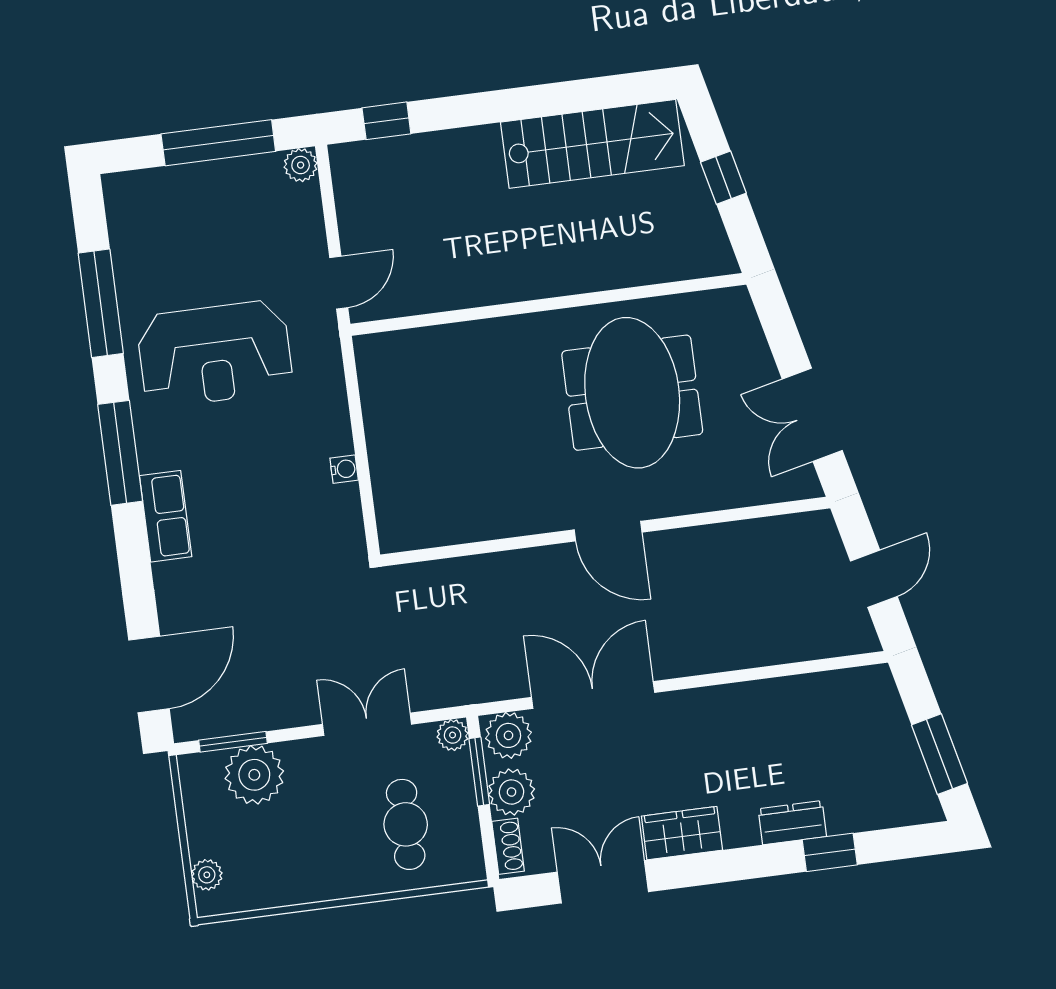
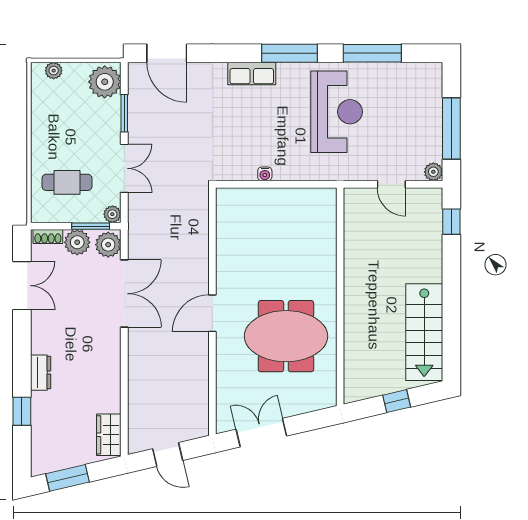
door: (339, 283) -> (391, 184), moved
reception desk: (215, 354) -> (337, 112), turned 180
window: (233, 742) -> (124, 113), moved
plant: (254, 775) -> (105, 82), moved
dresser: (792, 823) -> (41, 373), moved
wardrobe: (682, 833) -> (109, 435), moved, turned 180

